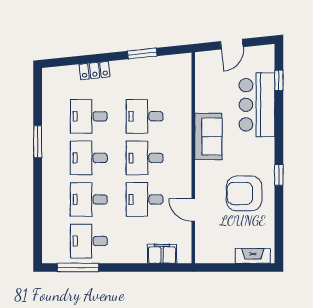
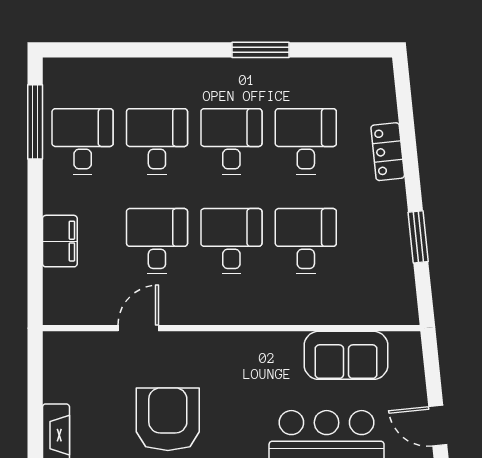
door: (232, 44) -> (438, 426), moved
sofa: (208, 136) -> (346, 355), moved
filing cabinet: (162, 254) -> (60, 241), moved

